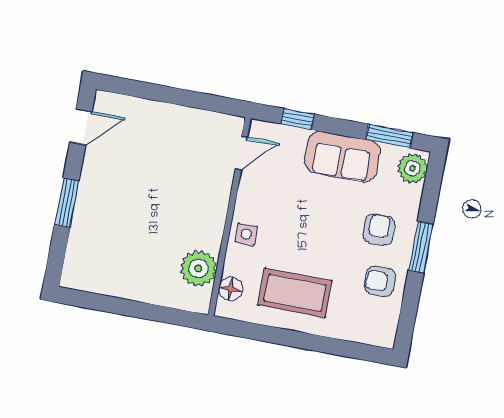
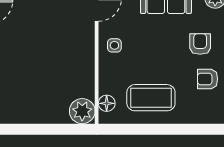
side table: (246, 234) -> (114, 45), moved
plant: (198, 268) -> (82, 111), moved

